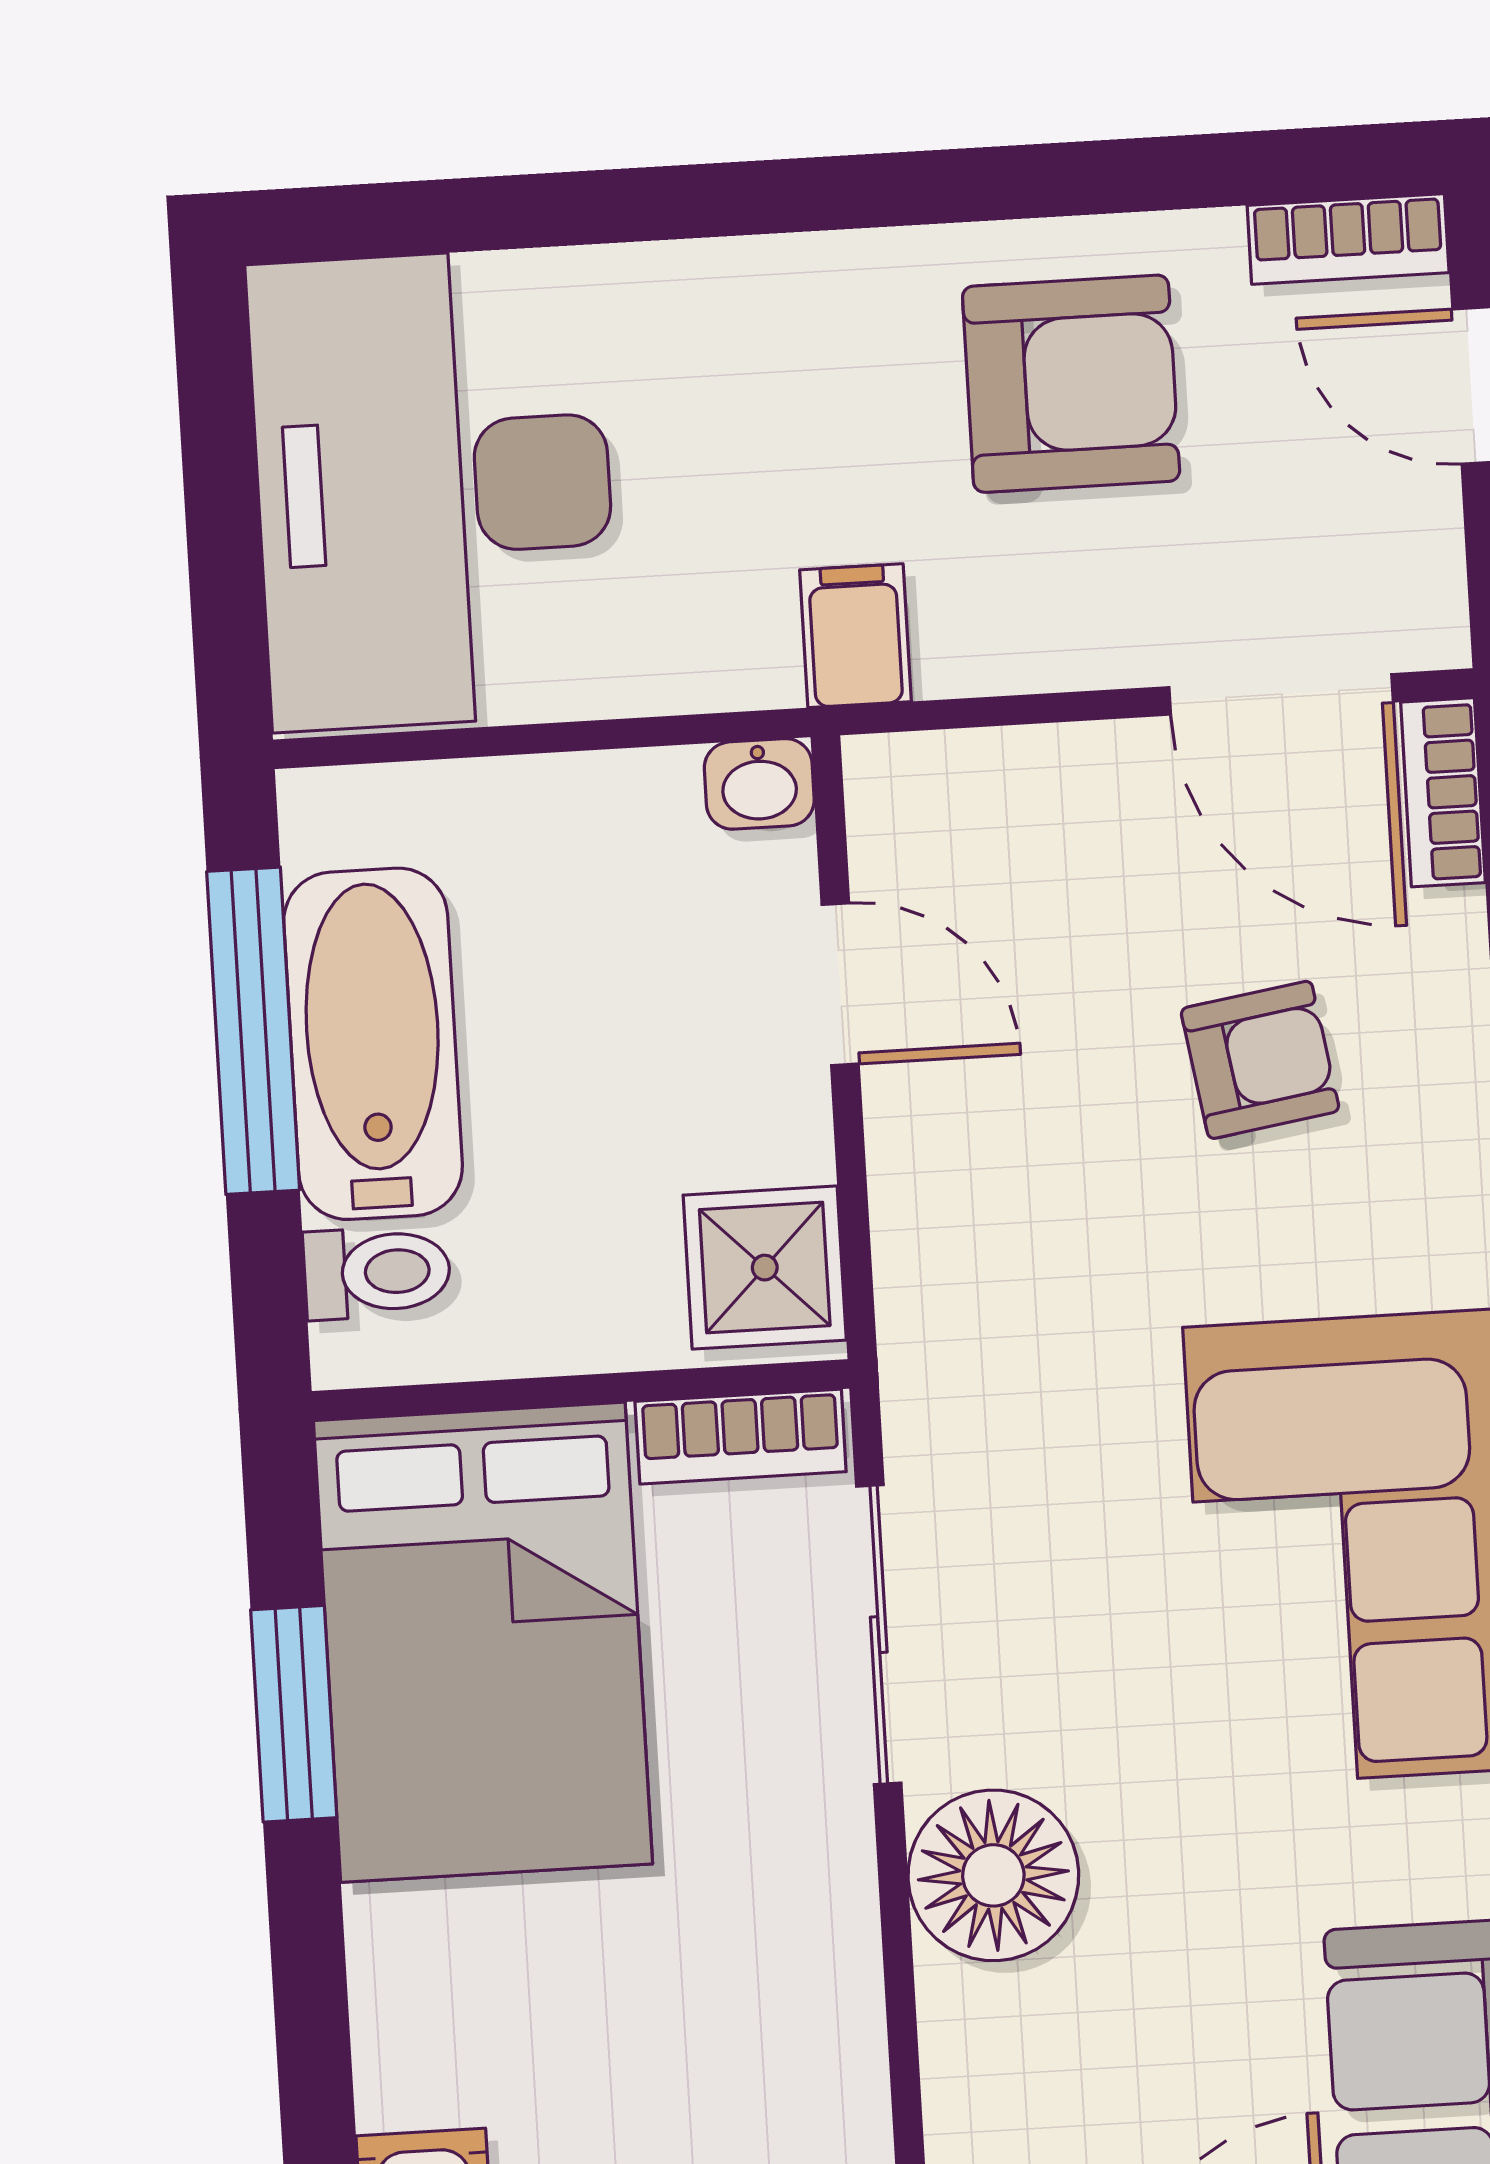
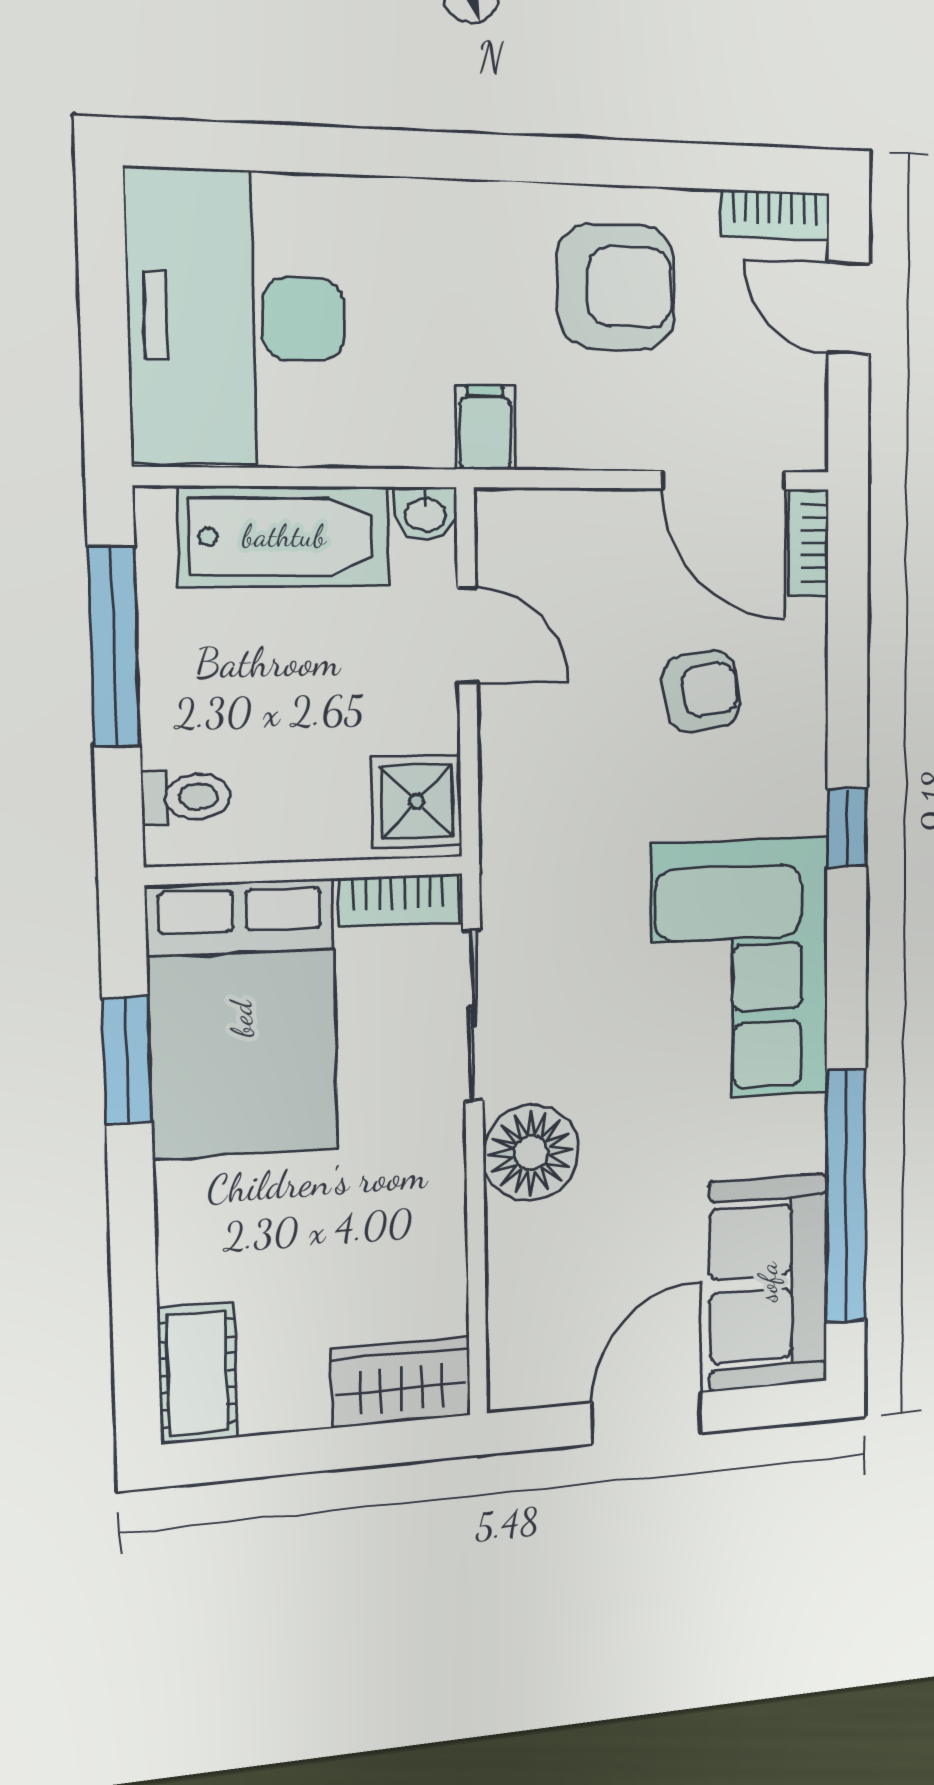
bathtub: (373, 1044) -> (284, 536), moved, turned 90

